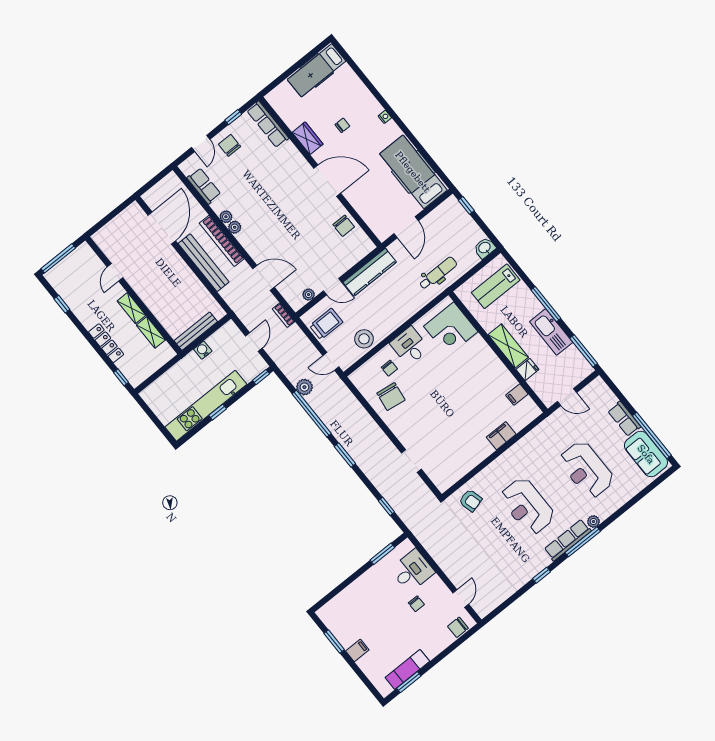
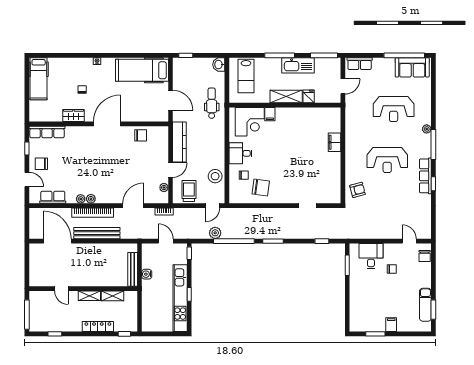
filing cabinet: (517, 395) -> (270, 114), moved
row of seats: (624, 419) -> (360, 64), moved
row of seats: (568, 540) -> (425, 176), moved

